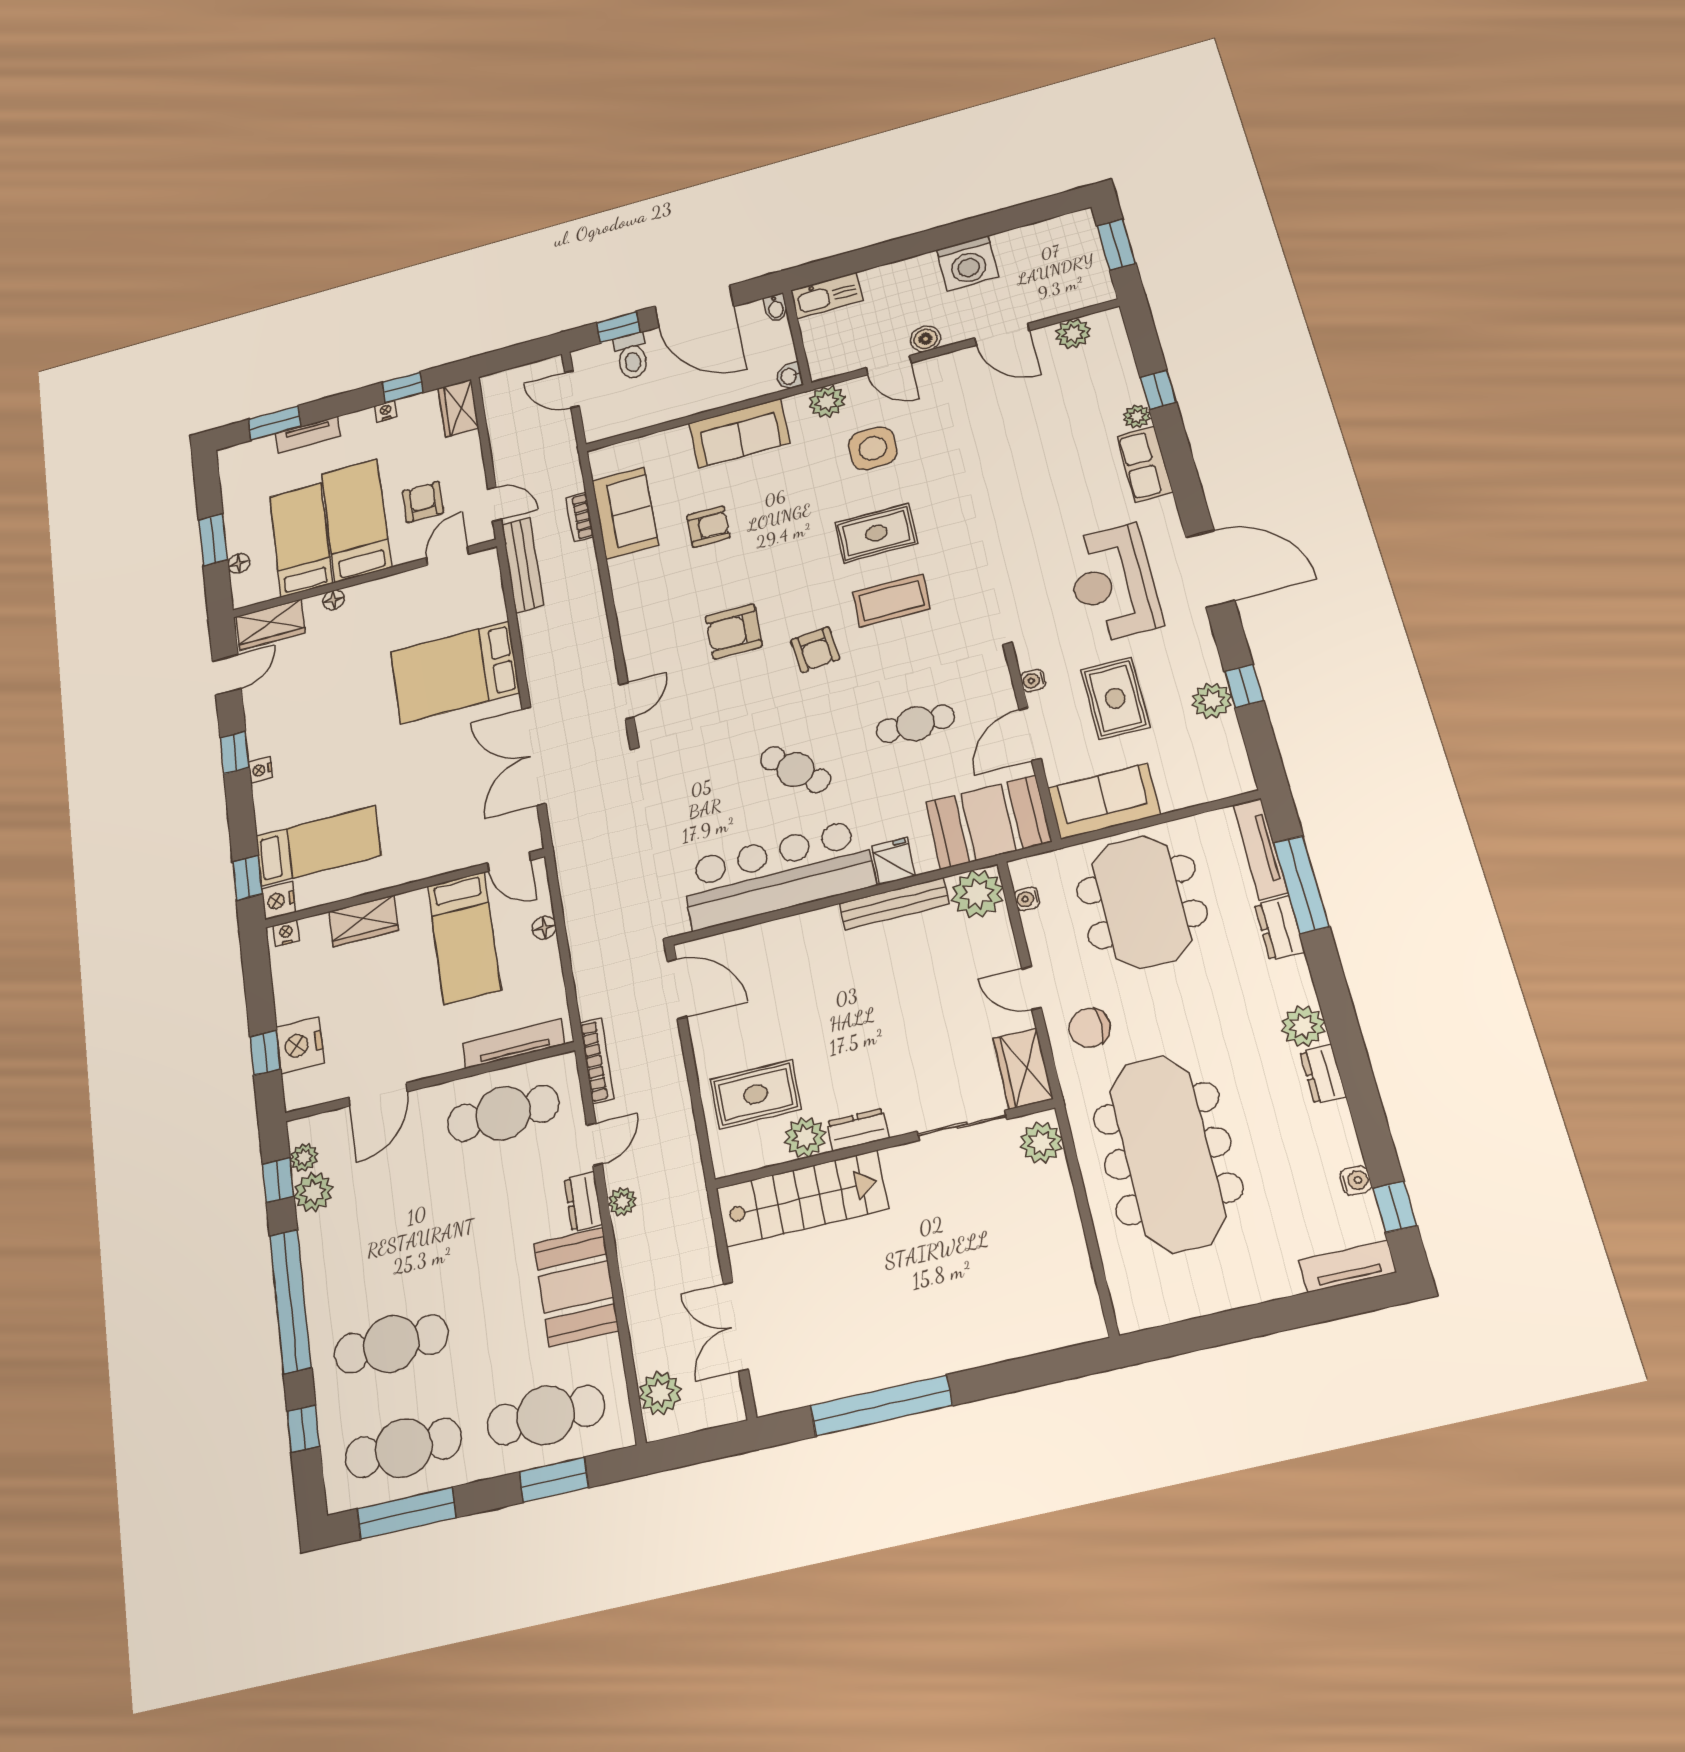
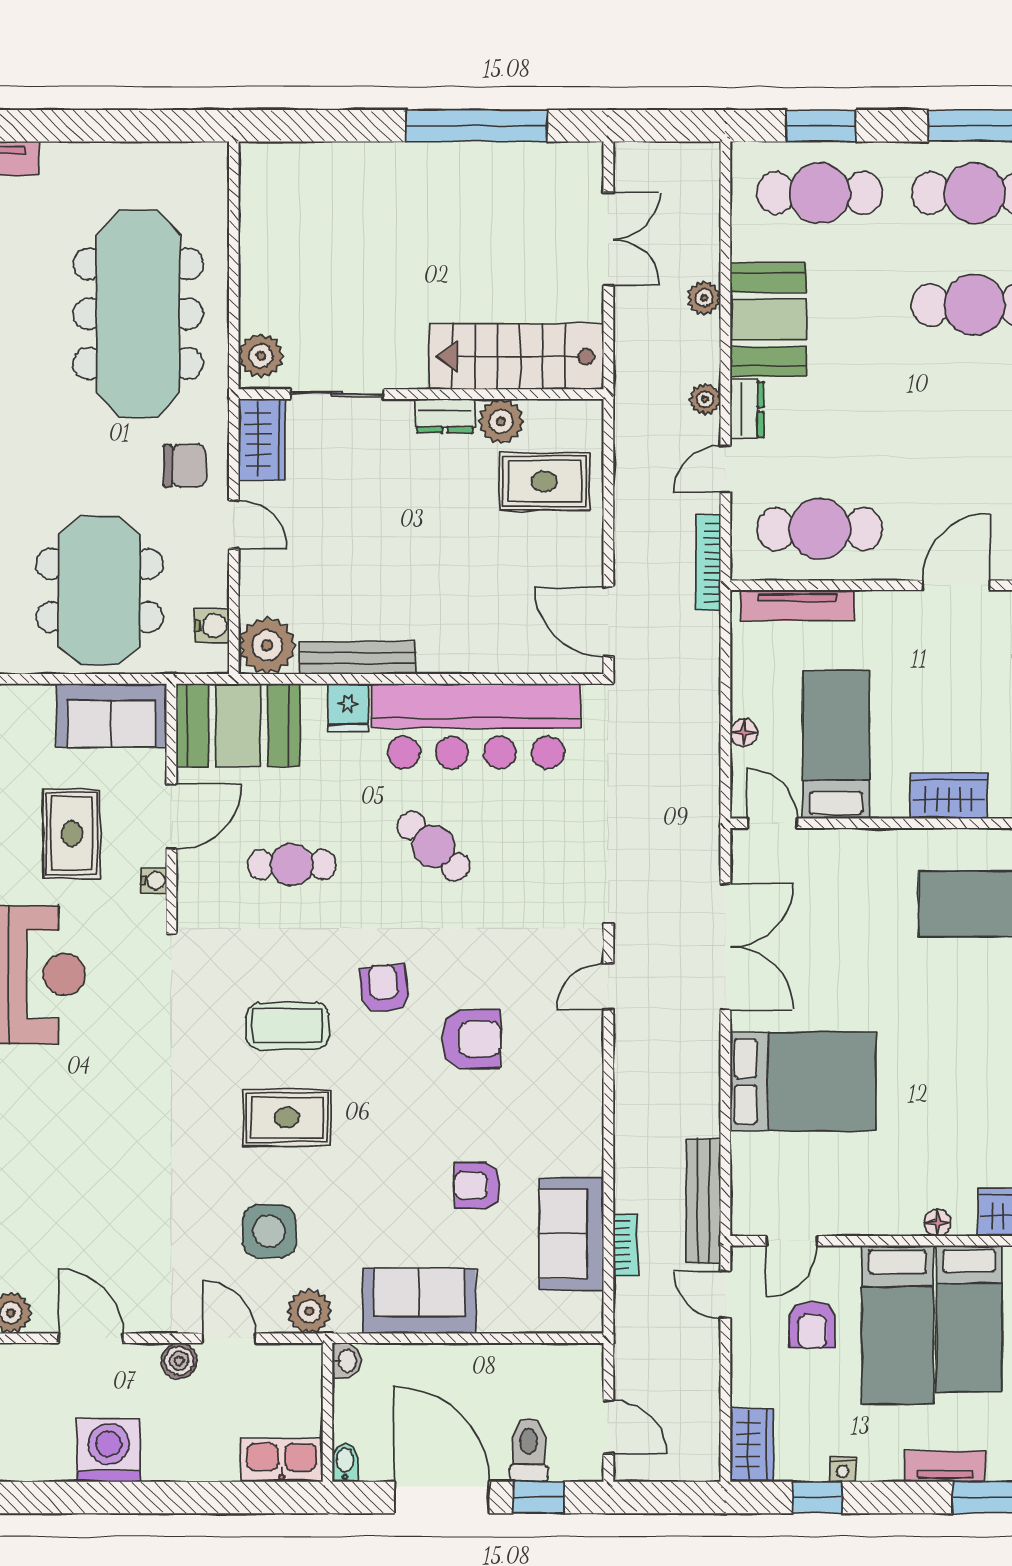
water cooler: (1027, 899) -> (212, 626), width x1.38, depth x1.38
plant: (660, 1393) -> (704, 298), moved, width x0.73, depth x0.73

